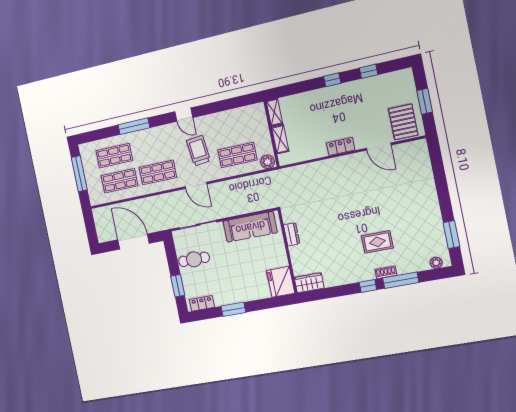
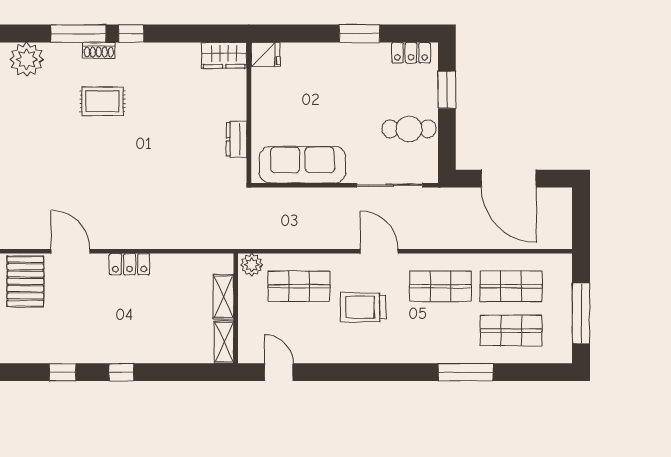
door: (184, 115) -> (279, 372), moved
trolley: (198, 151) -> (363, 307), turned 96
plant: (436, 263) -> (27, 59), width x1.88, depth x1.88
fridge: (281, 282) -> (266, 54), width x0.53, depth x0.75

